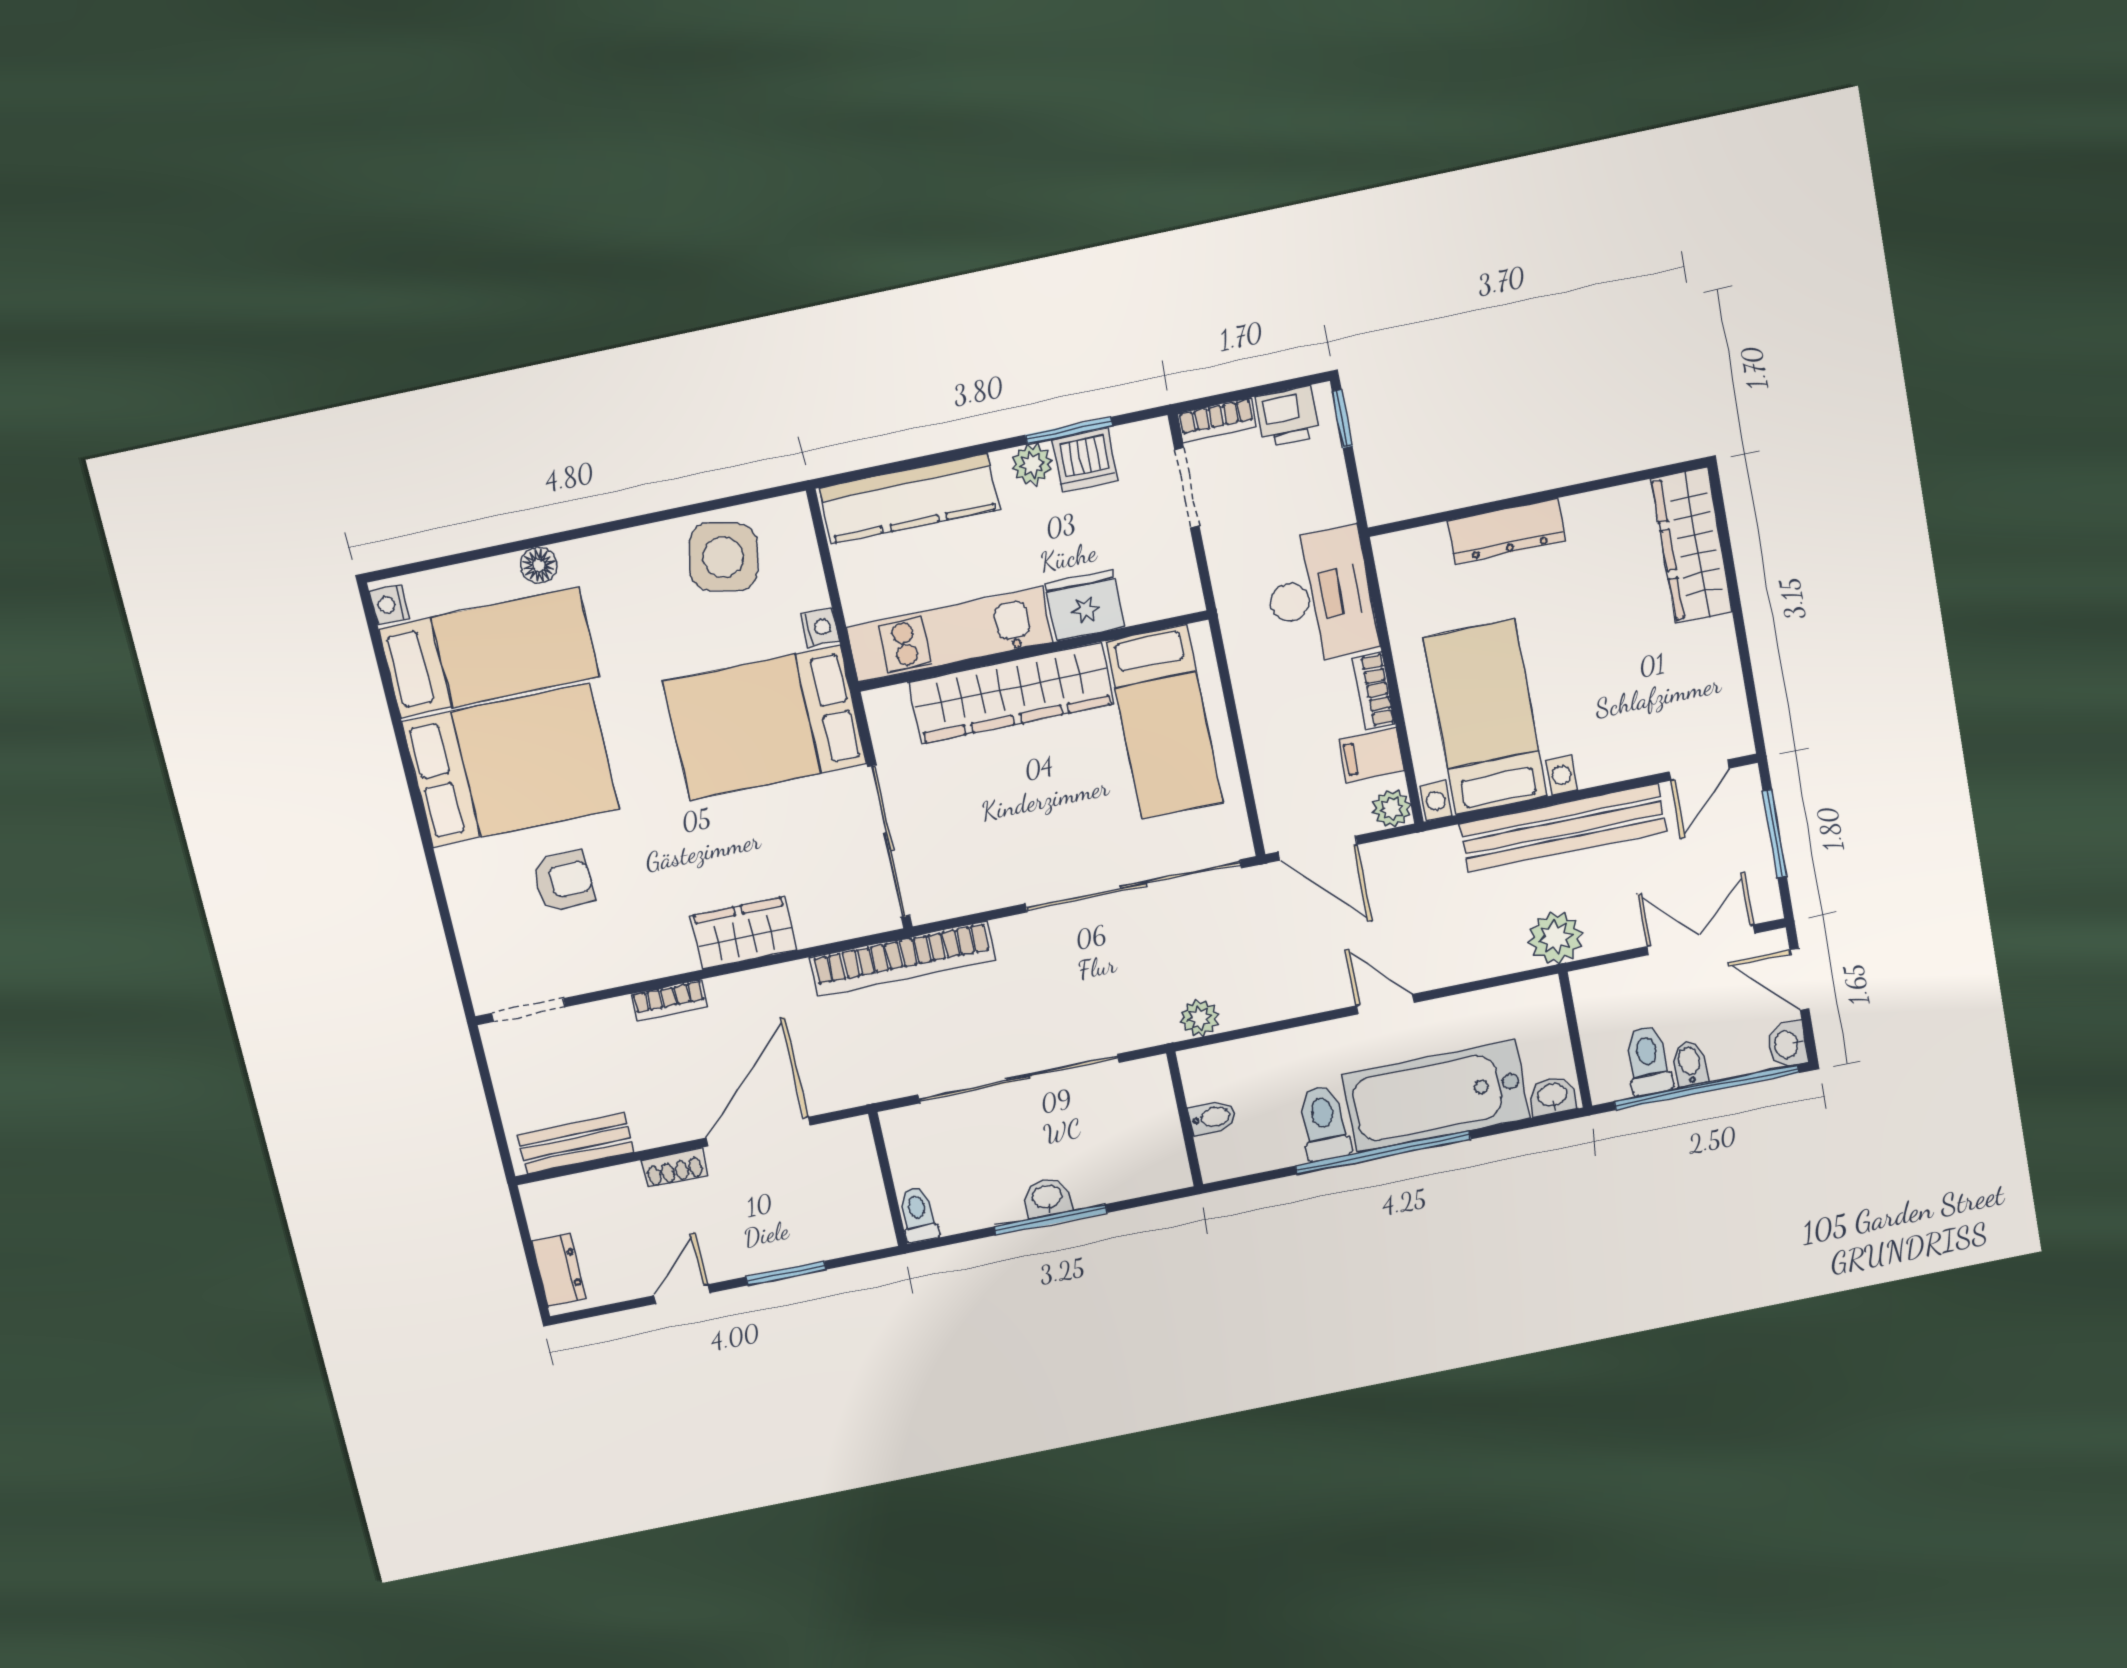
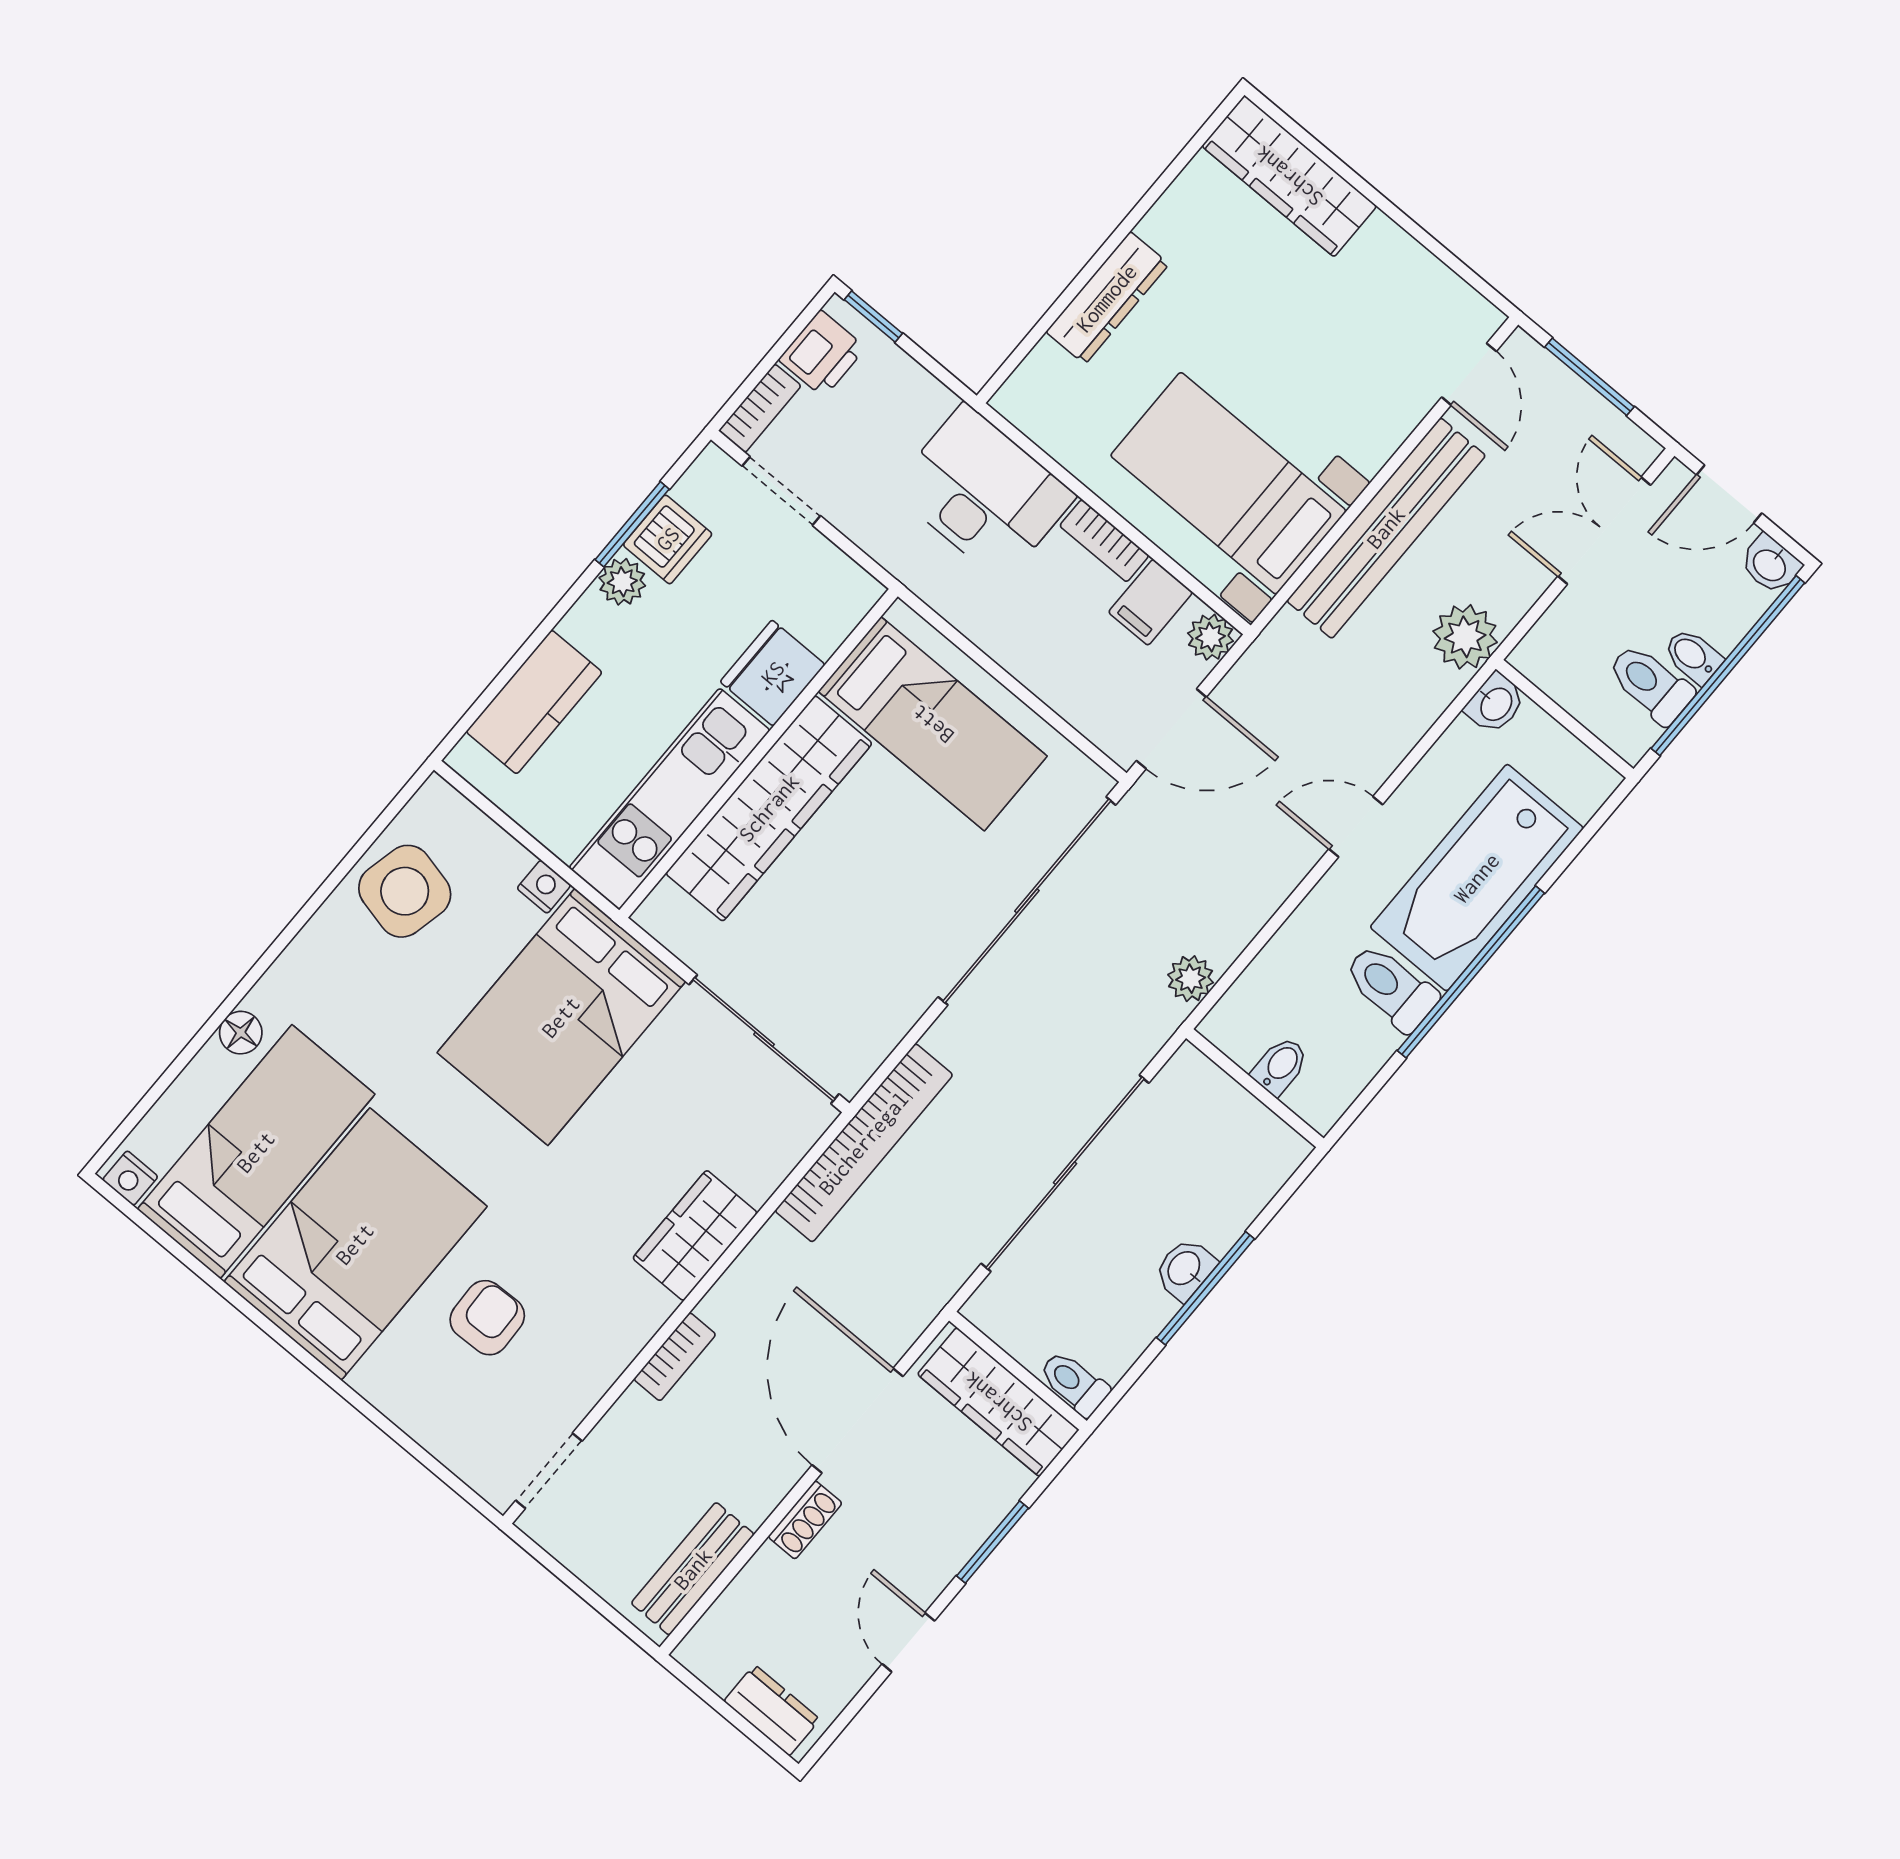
kitchen counter: (909, 498) -> (534, 702), width x0.67
washbasin: (1552, 1096) -> (1495, 704), moved, turned 180
wardrobe: (859, 1189) -> (998, 1402), added

